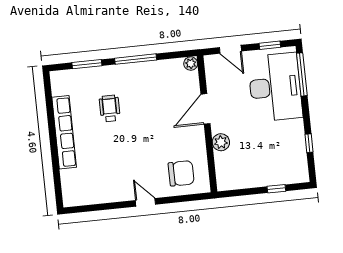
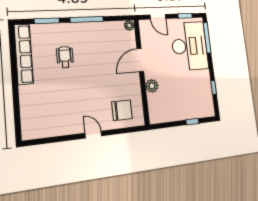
row of seats: (64, 132) -> (24, 54), moved

